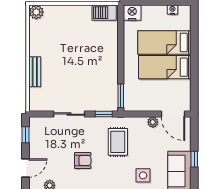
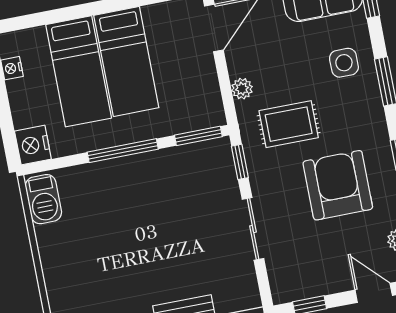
window: (121, 57) -> (123, 151), added
plant: (153, 122) -> (242, 89), moved
armchair: (83, 160) -> (338, 185), width x1.88, depth x1.88

